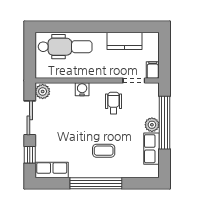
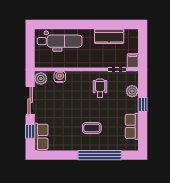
water cooler: (82, 89) -> (60, 77), moved
window: (164, 123) -> (143, 105), width x0.32
plant: (152, 125) -> (132, 91), moved
row of seats: (52, 170) -> (41, 137), moved, turned 90
window: (96, 183) -> (100, 155), moved

